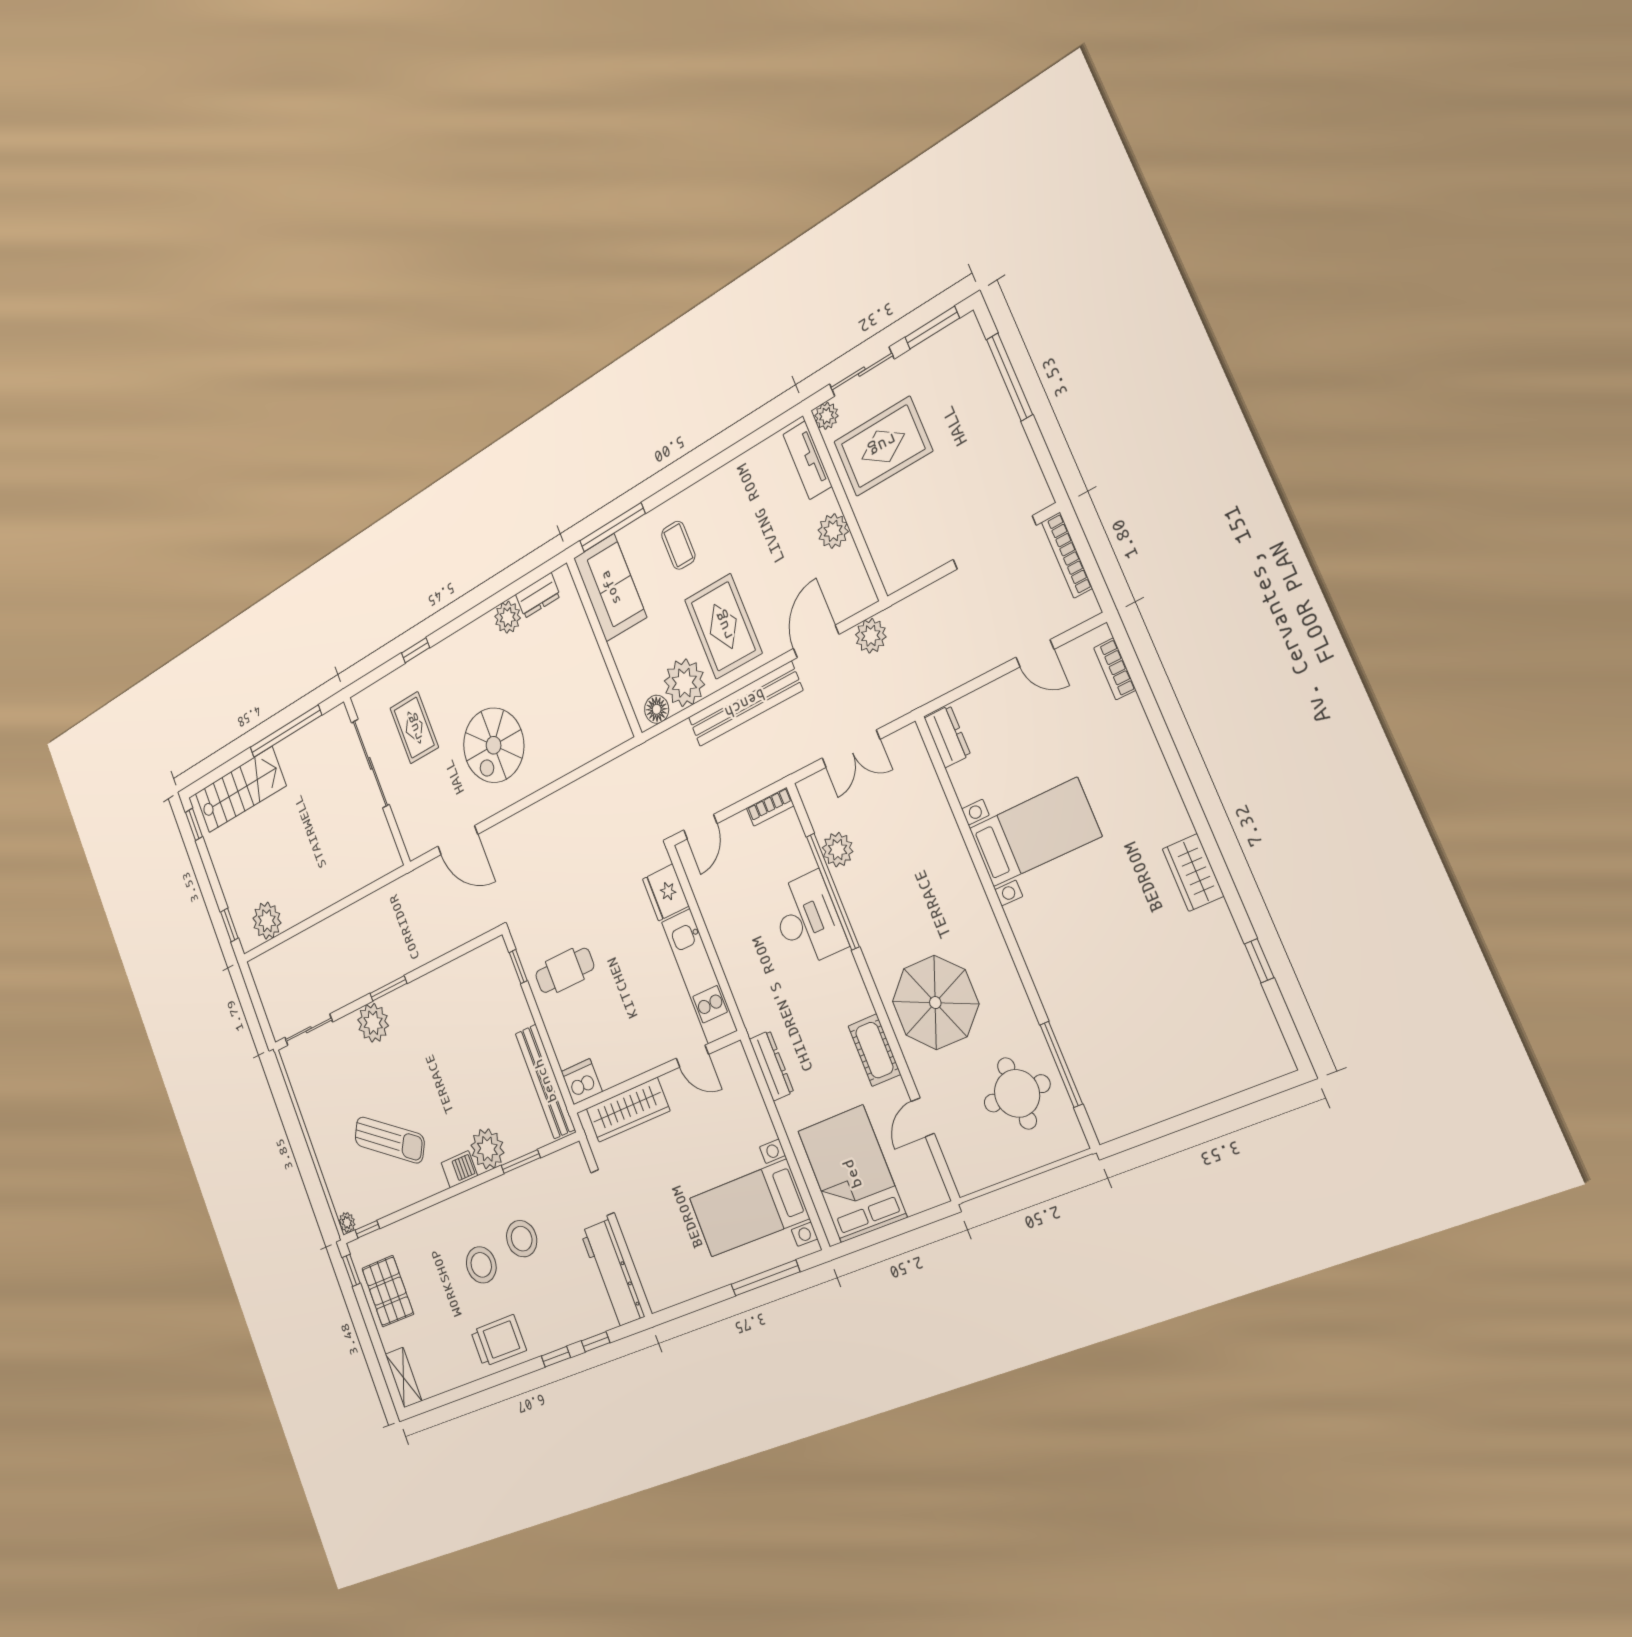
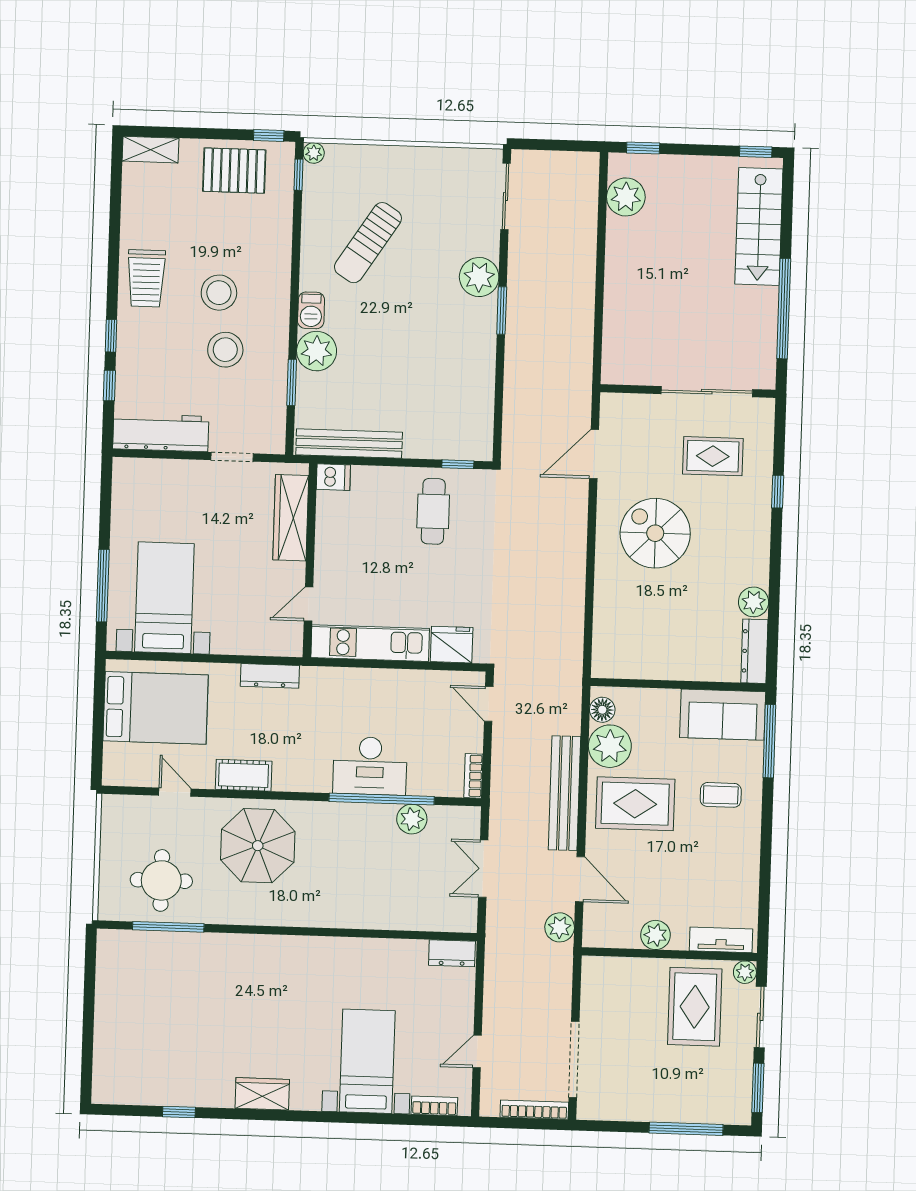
dresser: (538, 596) -> (754, 651), width x1.44
bed with nightstands: (1035, 832) -> (367, 1061), moved, turned 180
dishwasher: (582, 1082) -> (333, 477), width x0.73

